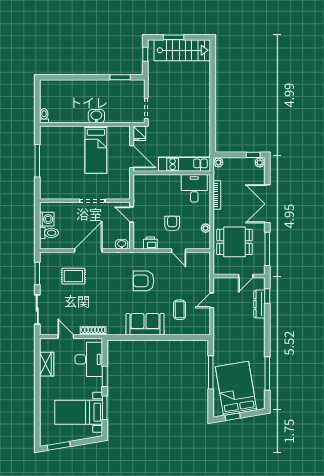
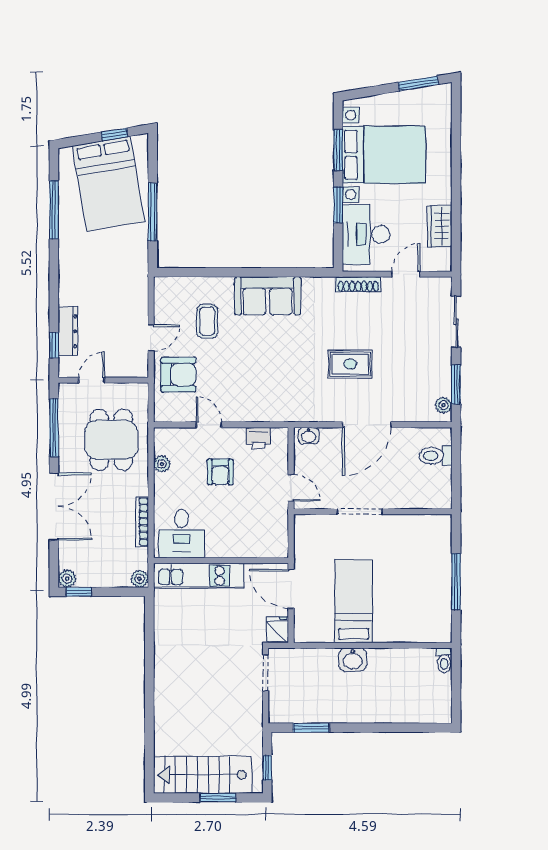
washing machine: (47, 219) -> (439, 480), removed
dining table: (235, 242) -> (111, 440), turned 90
plant: (44, 262) -> (444, 405), added
rug: (73, 276) -> (350, 364), moved
armchair: (144, 281) -> (178, 375), moved
door: (66, 337) -> (406, 274), swing flipped
bed with nightstands: (79, 412) -> (384, 155), width x1.36

